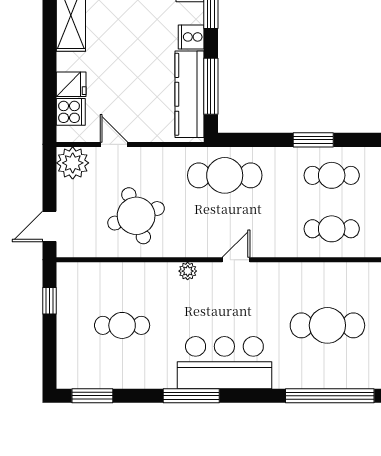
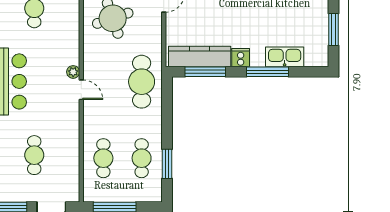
window: (313, 140) -> (167, 164), moved
plant: (188, 271) -> (73, 72), moved
cafe table: (327, 325) -> (34, 155), width x0.73, depth x0.74

